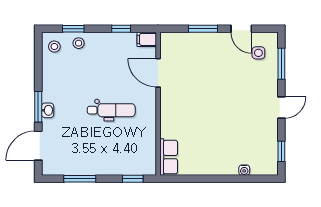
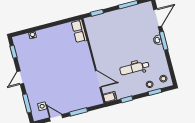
dental chair: (111, 110) -> (134, 68), moved

